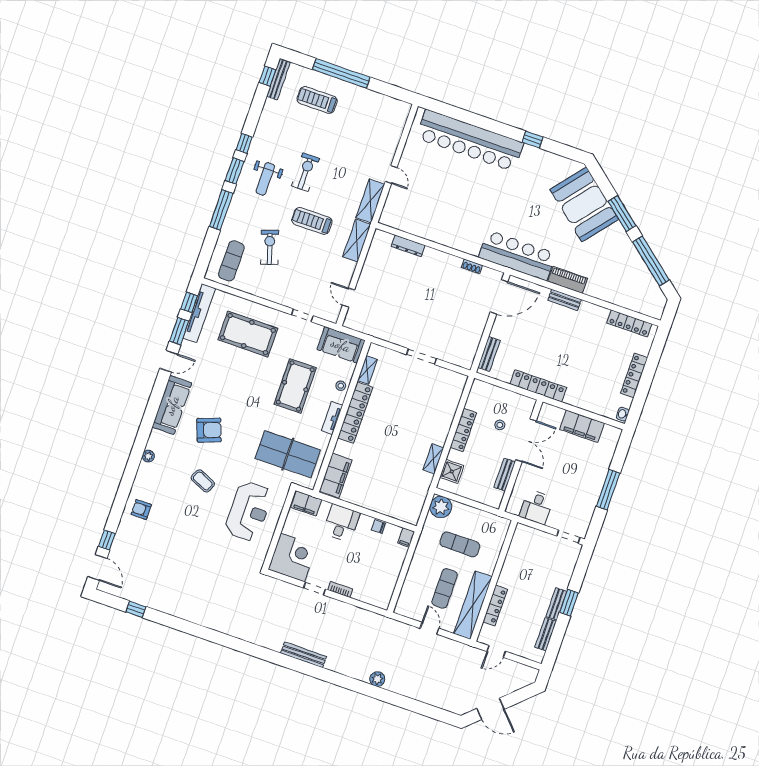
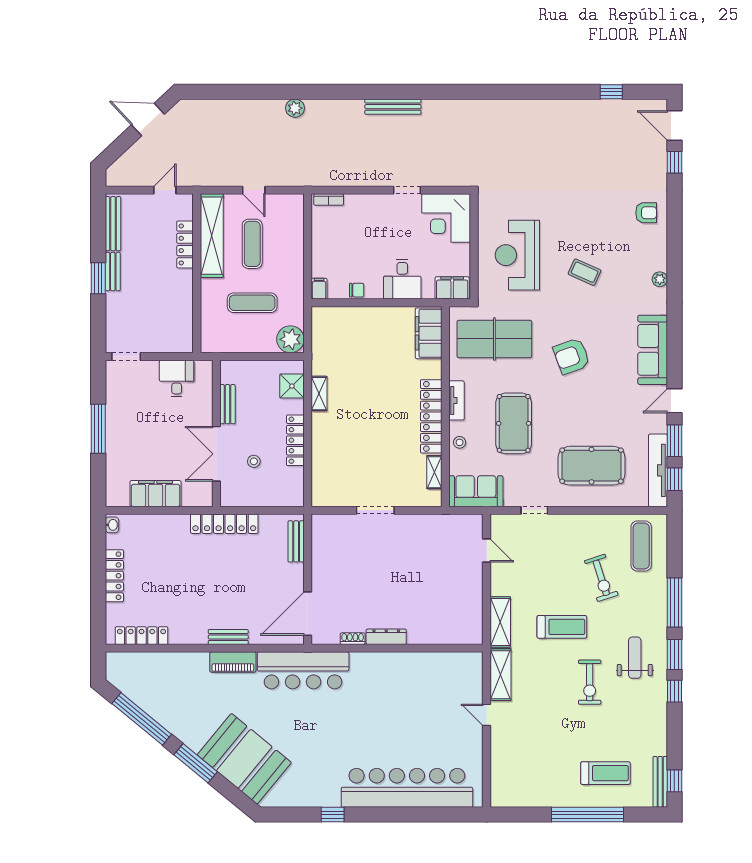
dresser: (408, 246) -> (386, 637), moved
armchair: (209, 430) -> (572, 356), moved
bookcase: (340, 589) -> (329, 200), moved
bench: (546, 634) -> (113, 224), width x1.36

